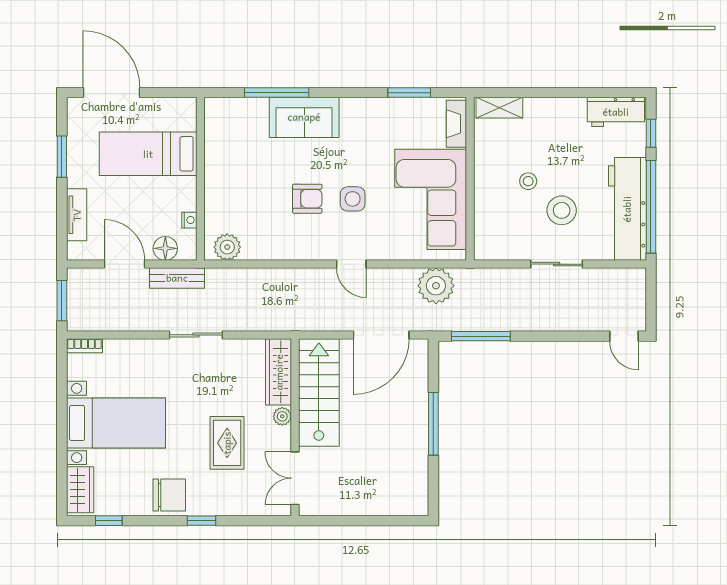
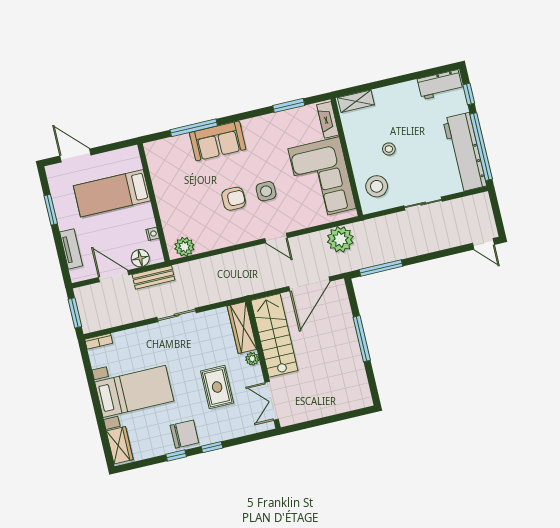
door: (111, 93) -> (75, 155), width x0.73
stool: (562, 210) -> (377, 186), moved
window: (109, 521) -> (176, 455), moved

